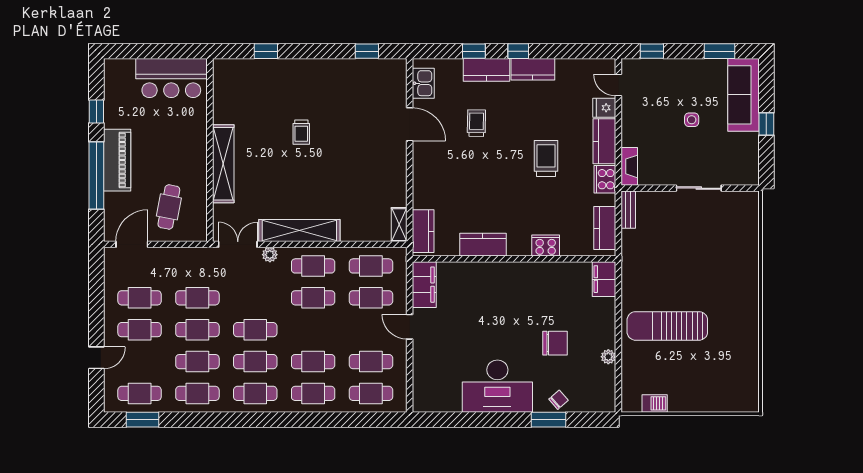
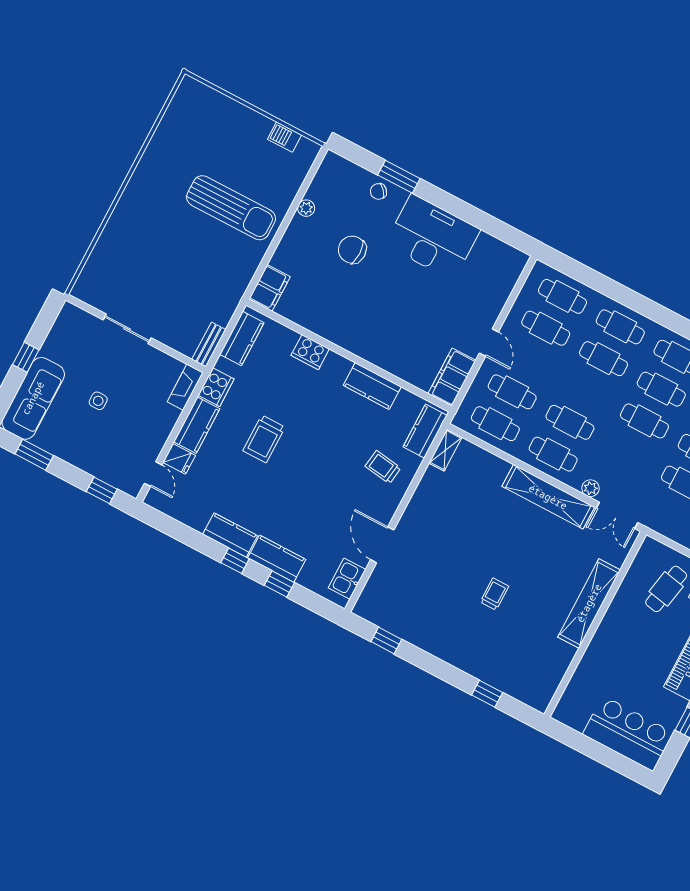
bar counter: (171, 78) -> (628, 733), moved
trolley: (476, 123) -> (383, 467), moved, turned 97

